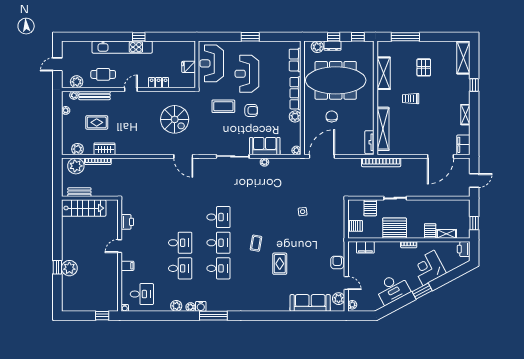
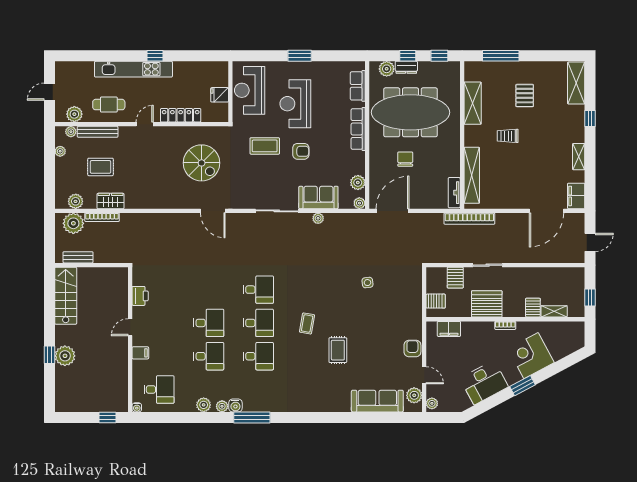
locker: (159, 83) -> (181, 115), width x1.53
plant: (295, 116) -> (358, 183), moved
stairs: (84, 208) -> (66, 296), moved, turned -90
printer: (464, 249) -> (576, 331), removed

